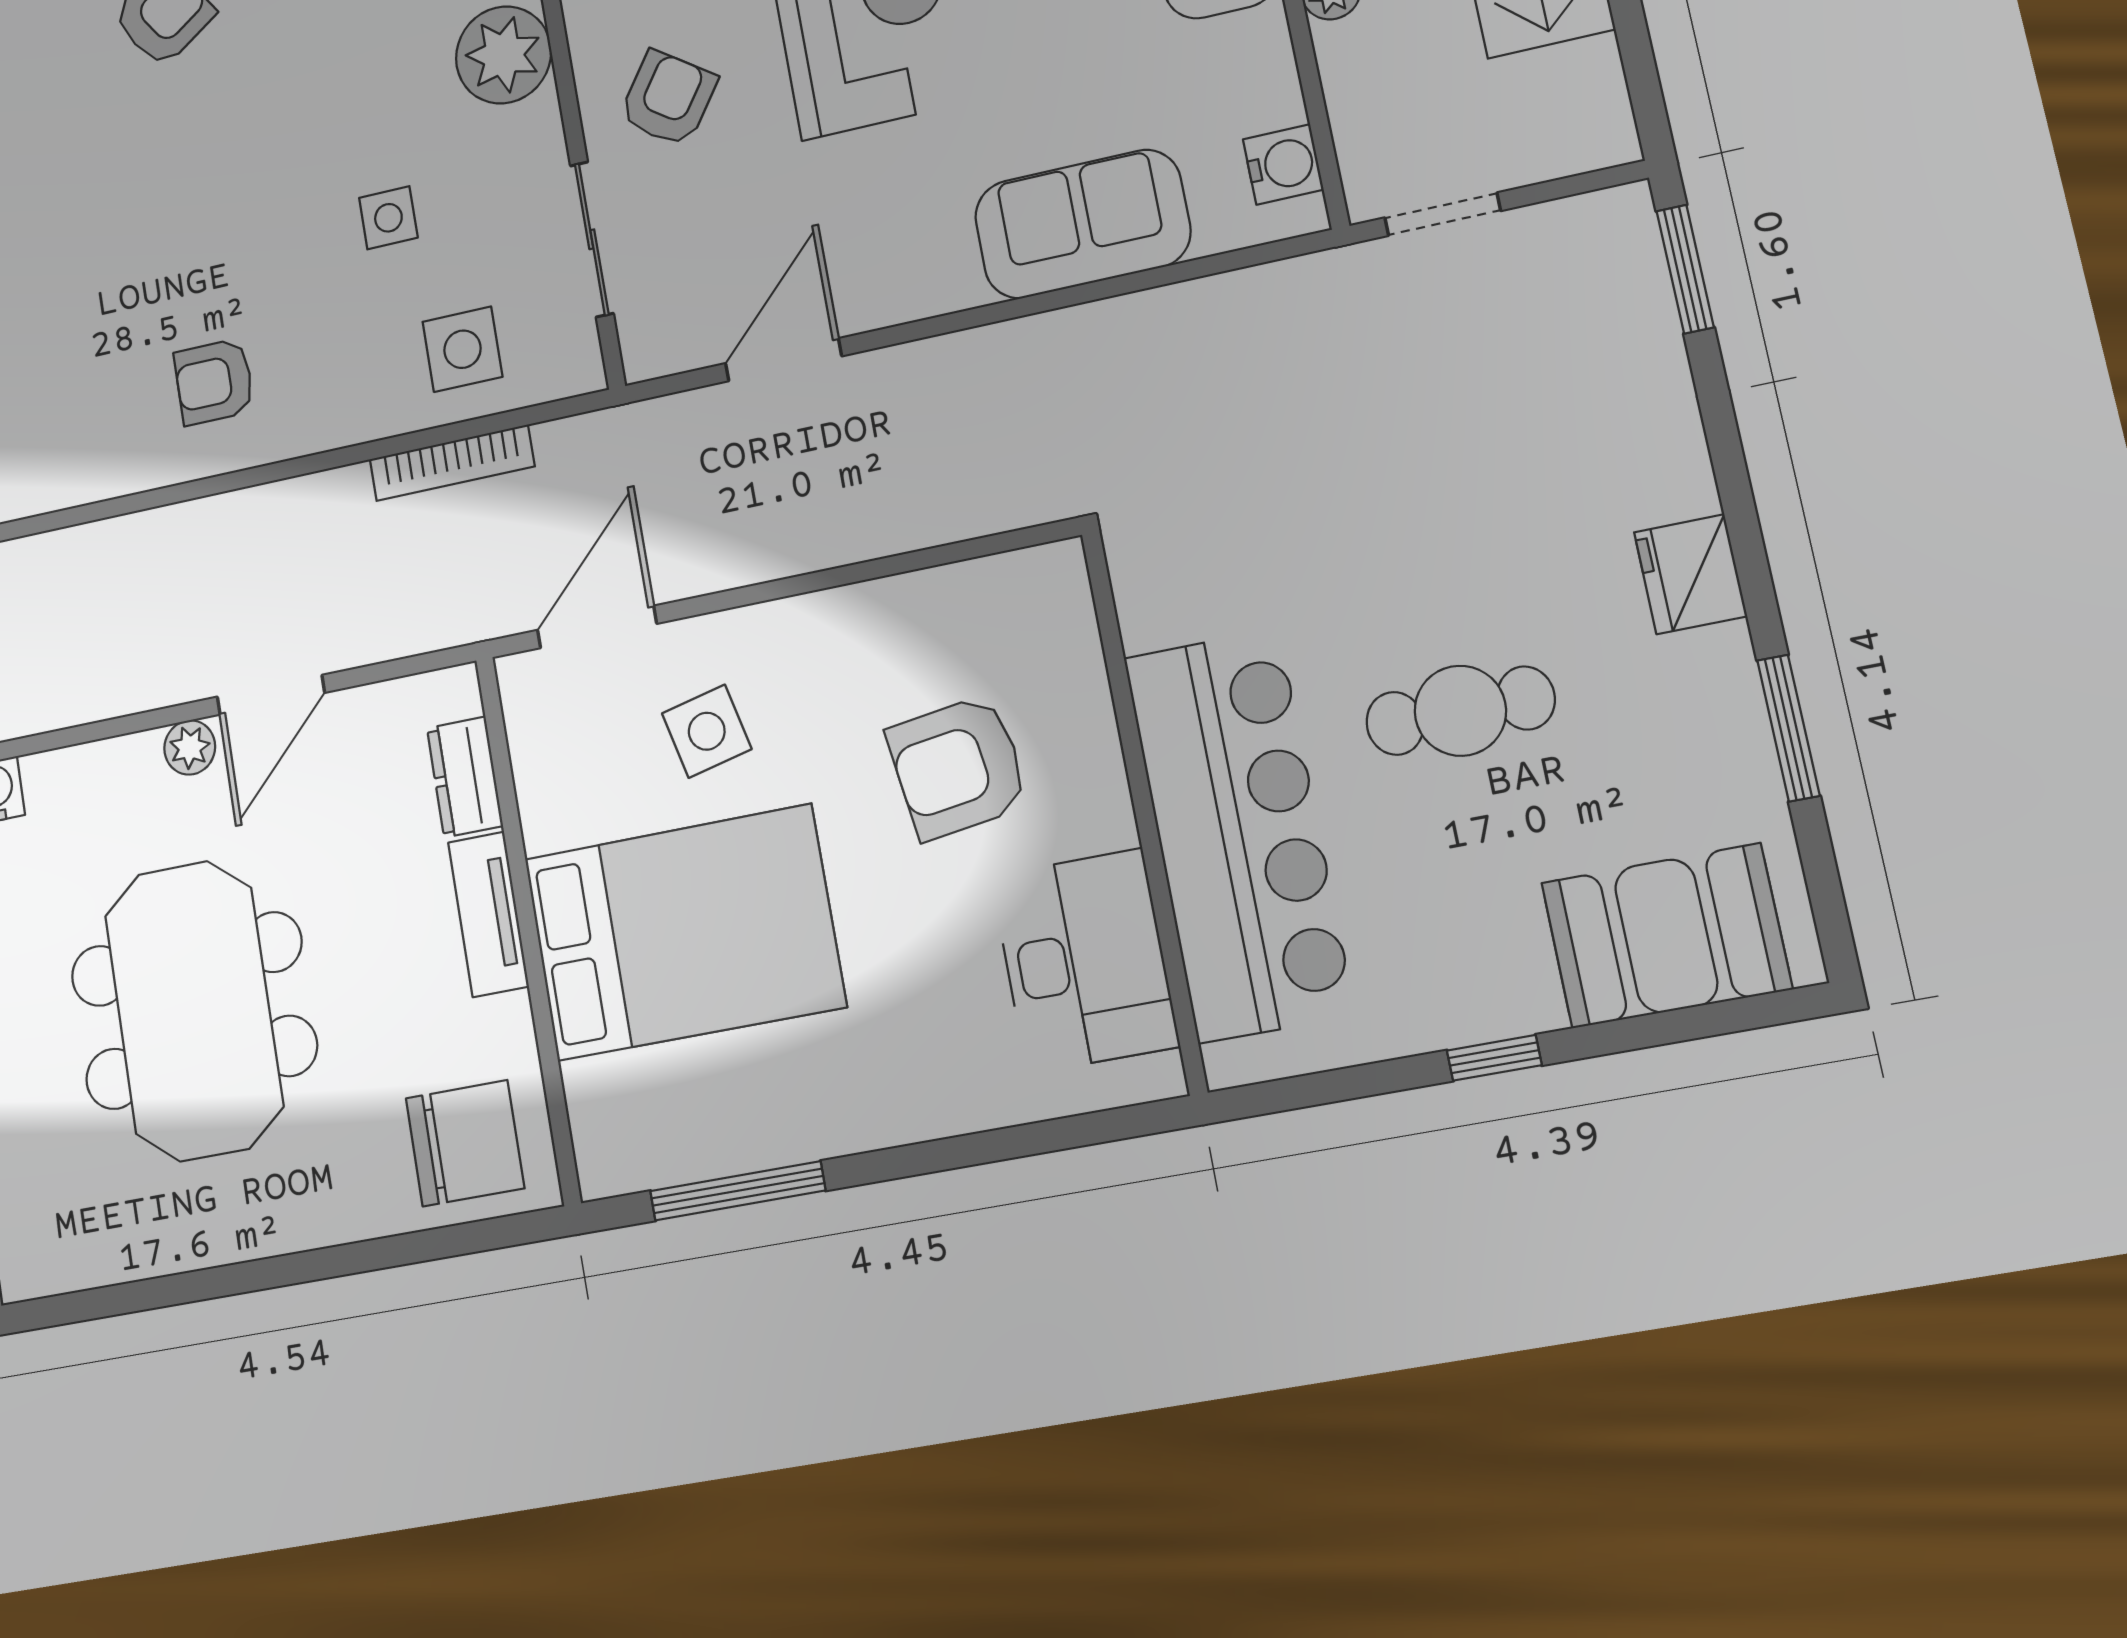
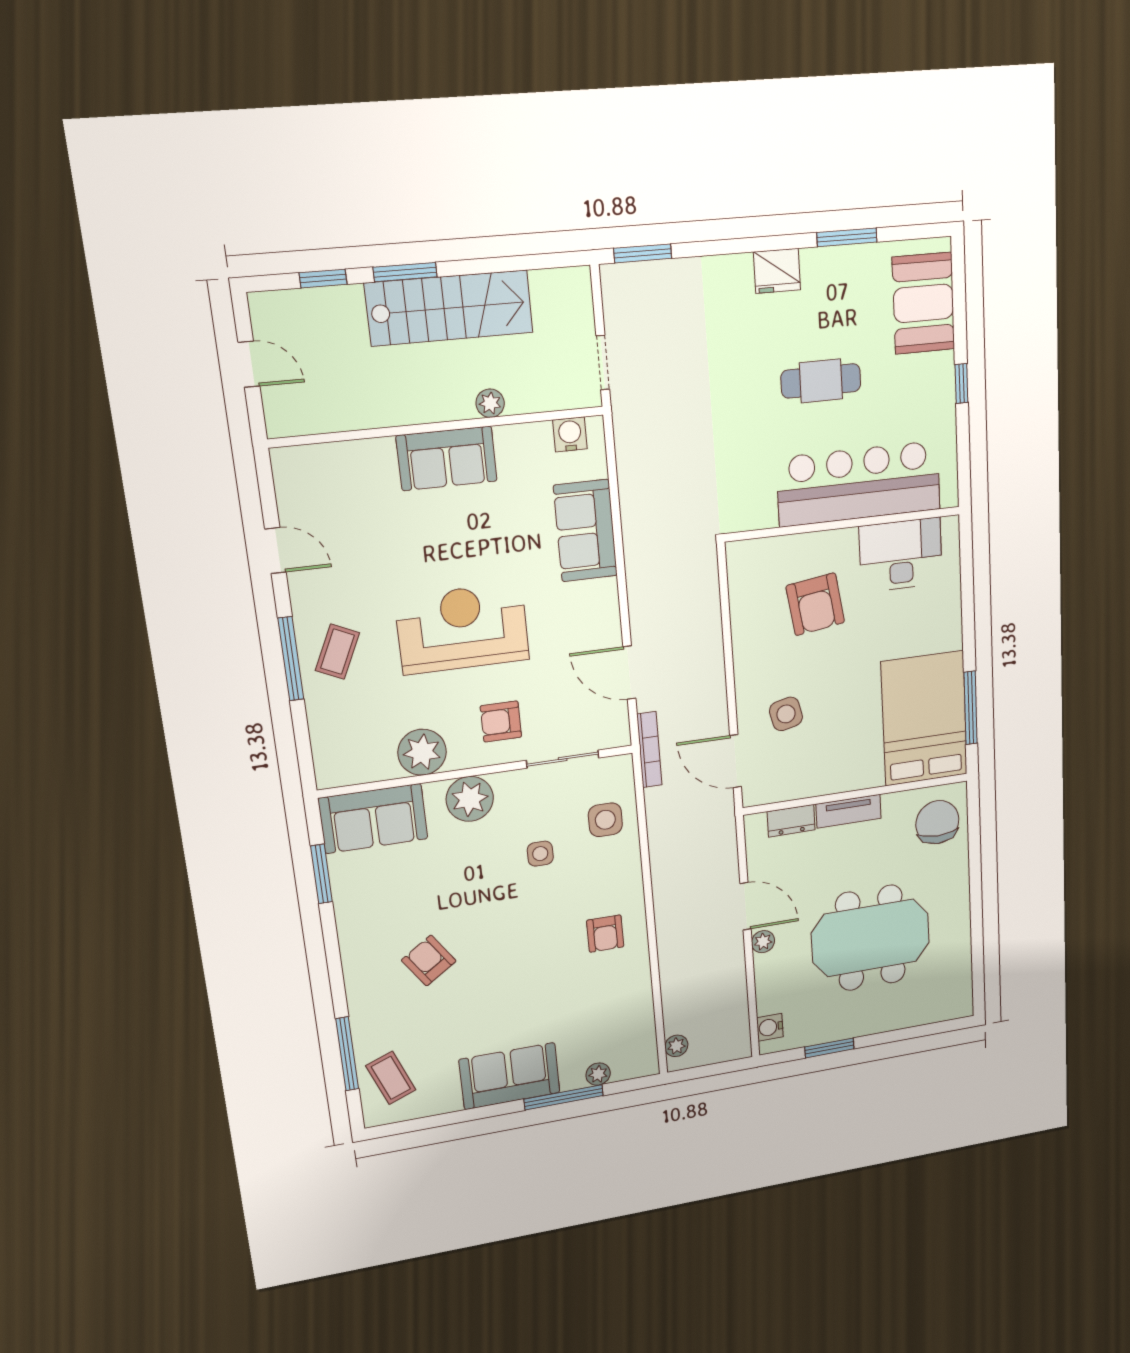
armchair: (668, 98) -> (501, 721), turned -35
bookcase: (452, 463) -> (649, 750), moved
cafe table: (1460, 711) -> (821, 381), turned 90
bed: (684, 932) -> (924, 718), moved

